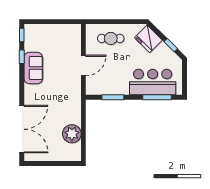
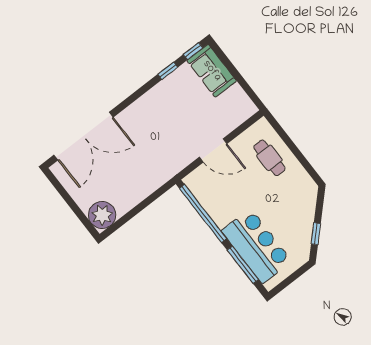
fridge: (148, 39) -> (303, 202), removed
sofa: (33, 68) -> (212, 71), moved, turned 90
window: (113, 97) -> (203, 213), width x2.11
plant: (72, 134) -> (102, 215), moved

